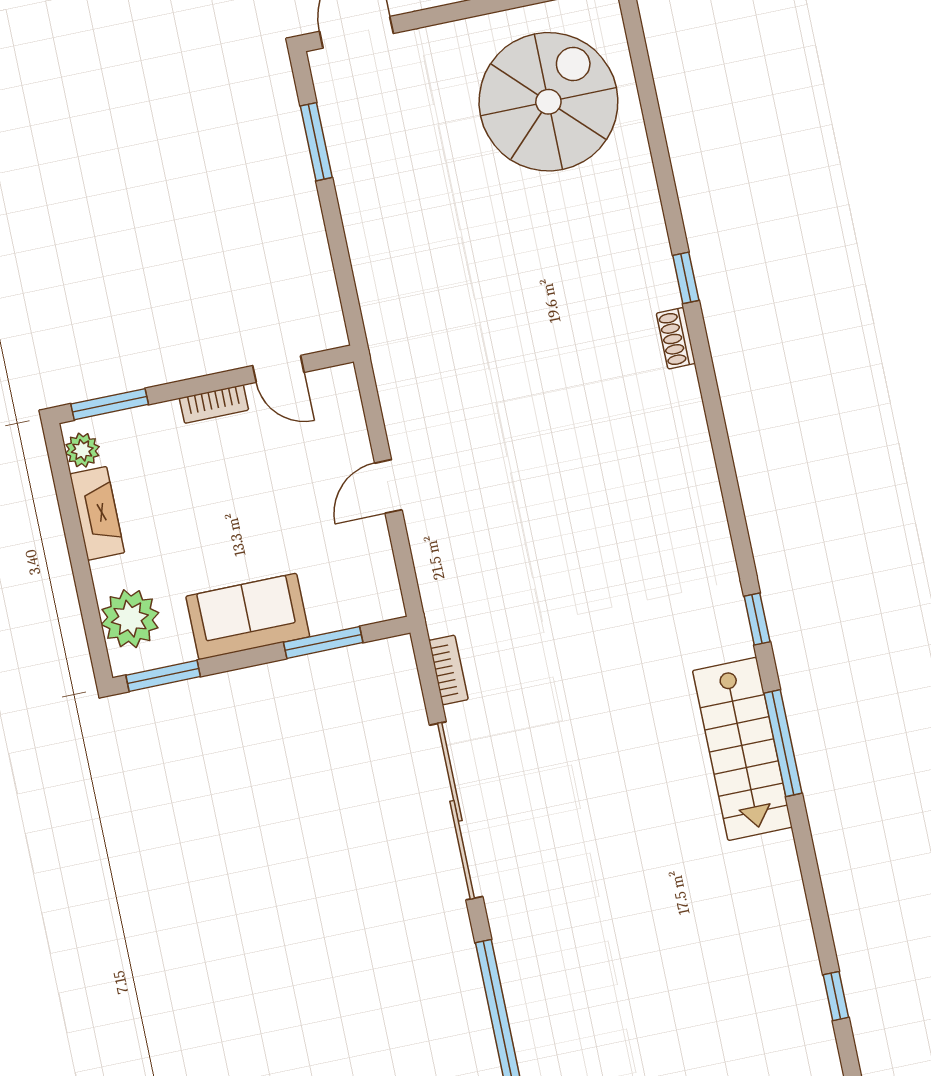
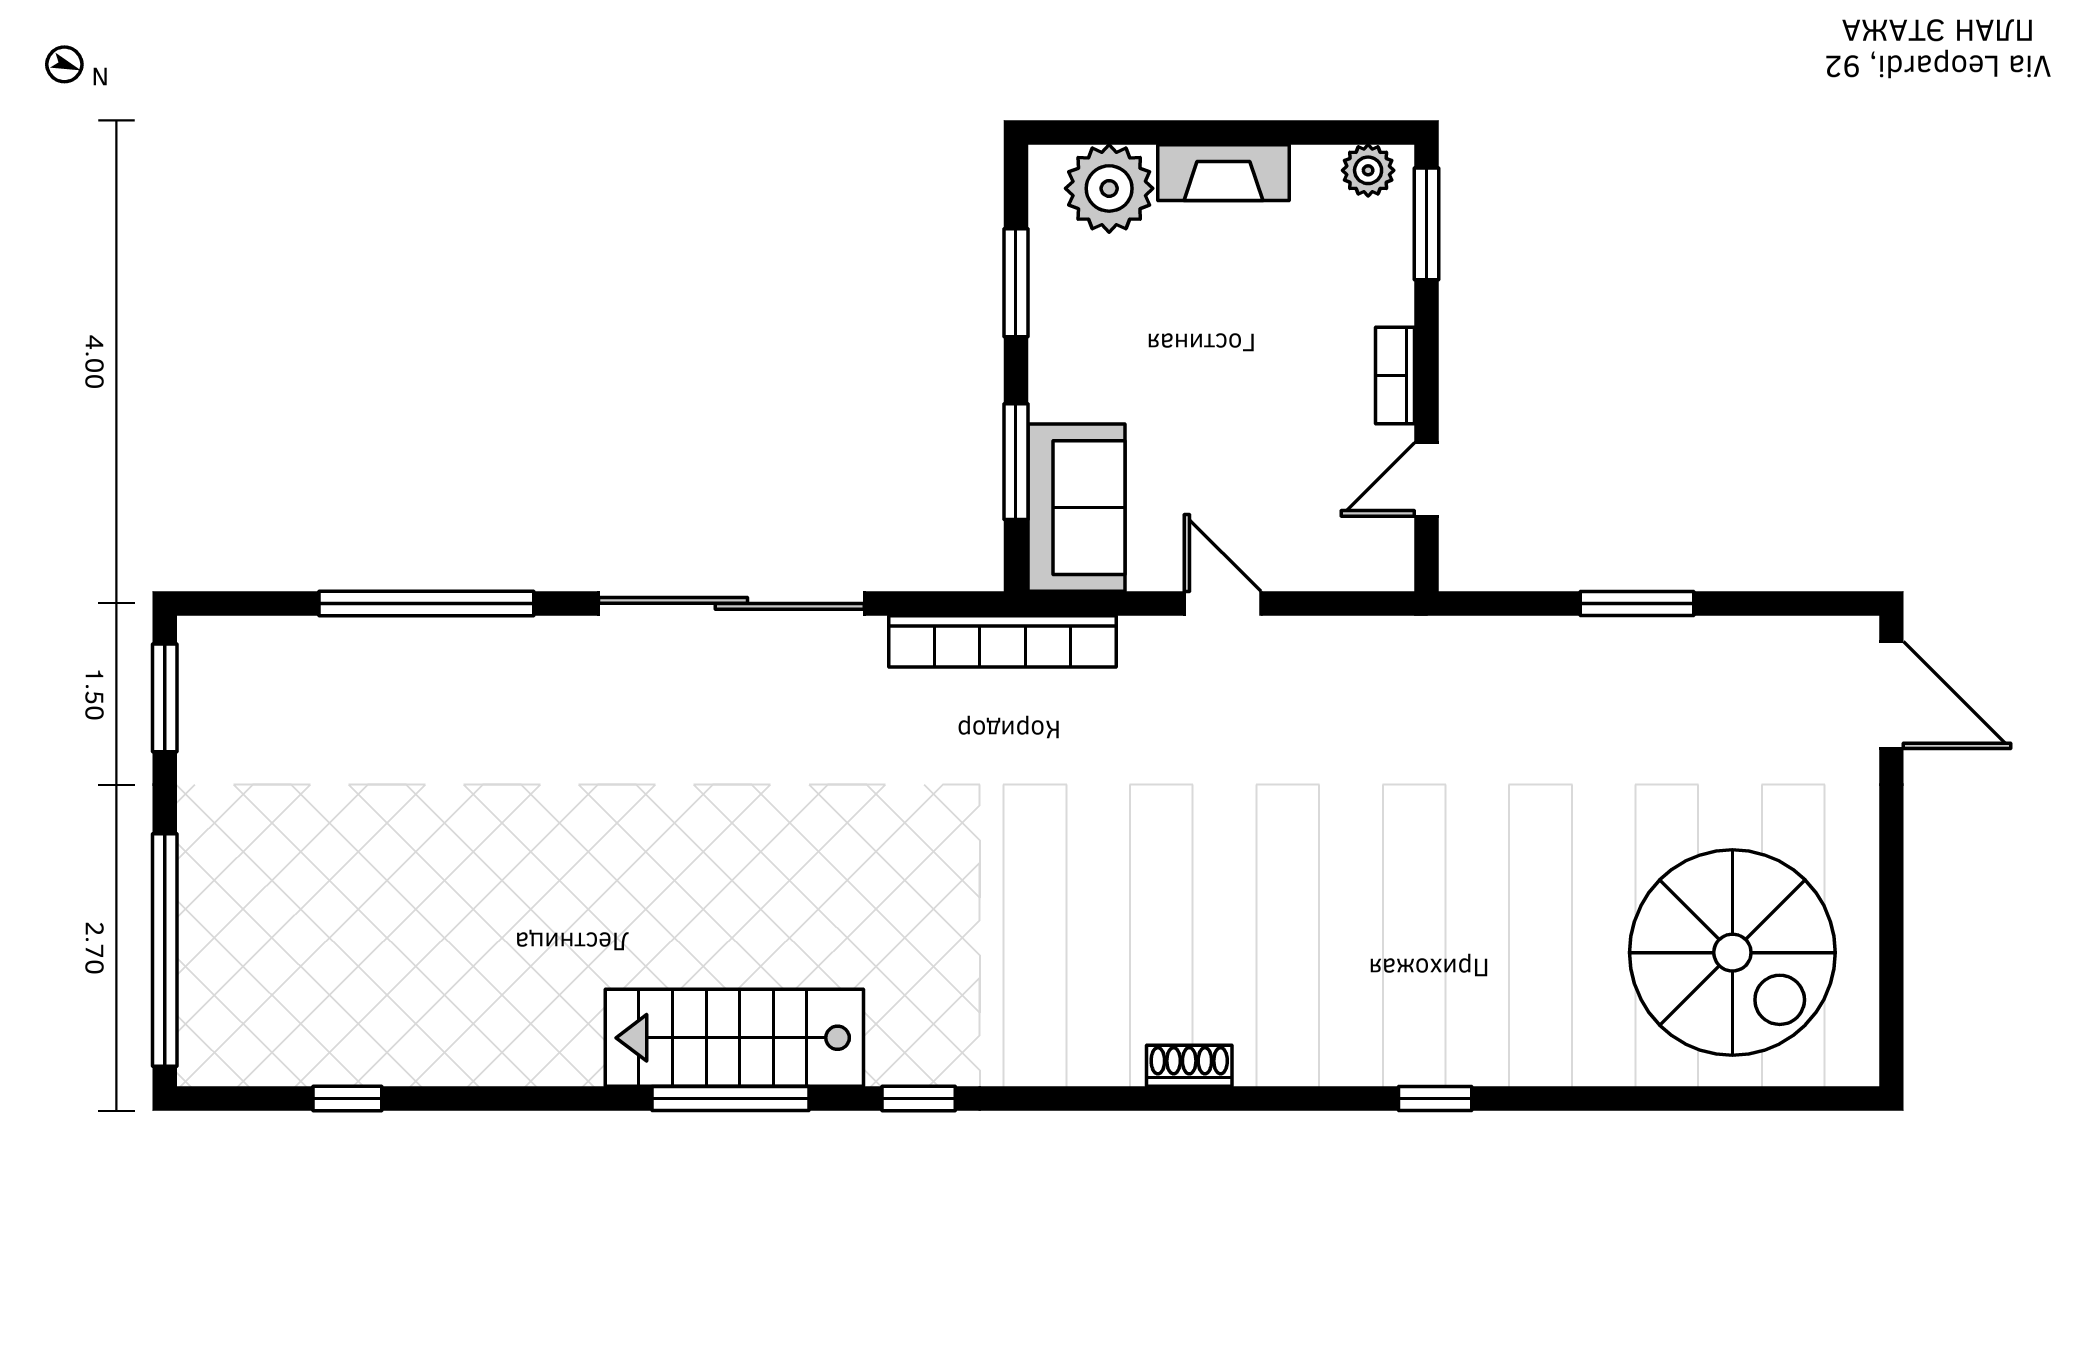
window: (316, 142) -> (1637, 603), moved
shoe rack: (676, 338) -> (1189, 1066), moved
fireplace: (97, 513) -> (1223, 173), moved
sofa: (248, 617) -> (1076, 508), moved
bookcase: (448, 670) -> (1002, 641), width x2.31, depth x1.31
window: (163, 676) -> (1016, 283), moved

